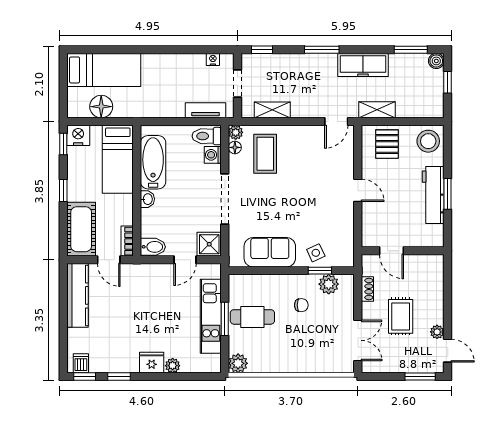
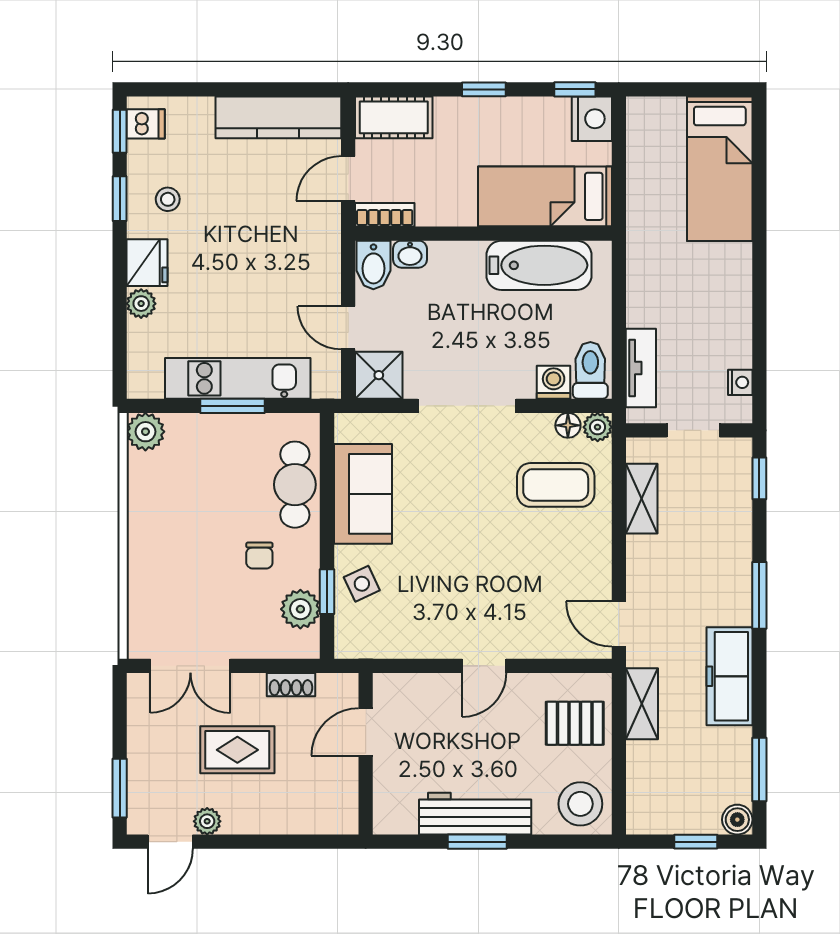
floor lamp: (101, 107) -> (648, 164), removed
washbasin: (147, 199) -> (410, 254), moved
cot: (81, 229) -> (394, 117), width x0.73, depth x0.75
cafe table: (252, 317) -> (295, 485), moved
stool: (119, 352) -> (168, 199), added

